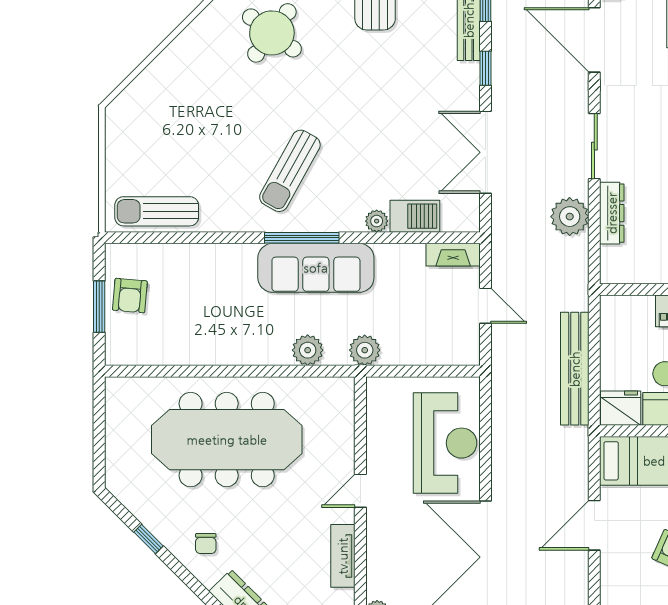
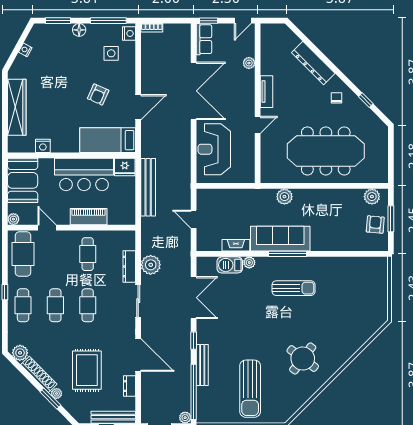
sun lounger: (290, 171) -> (294, 288), turned 61
sun lounger: (157, 211) -> (362, 267), removed
fireplace: (453, 255) -> (236, 245), moved
plant: (365, 350) -> (372, 197), moved

